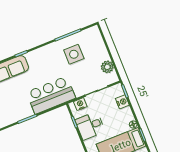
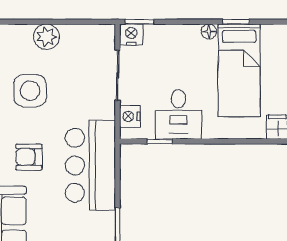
armchair: (44, 66) -> (29, 157), added
plant: (107, 67) -> (46, 37), moved
nightstand: (122, 102) -> (131, 35), moved

